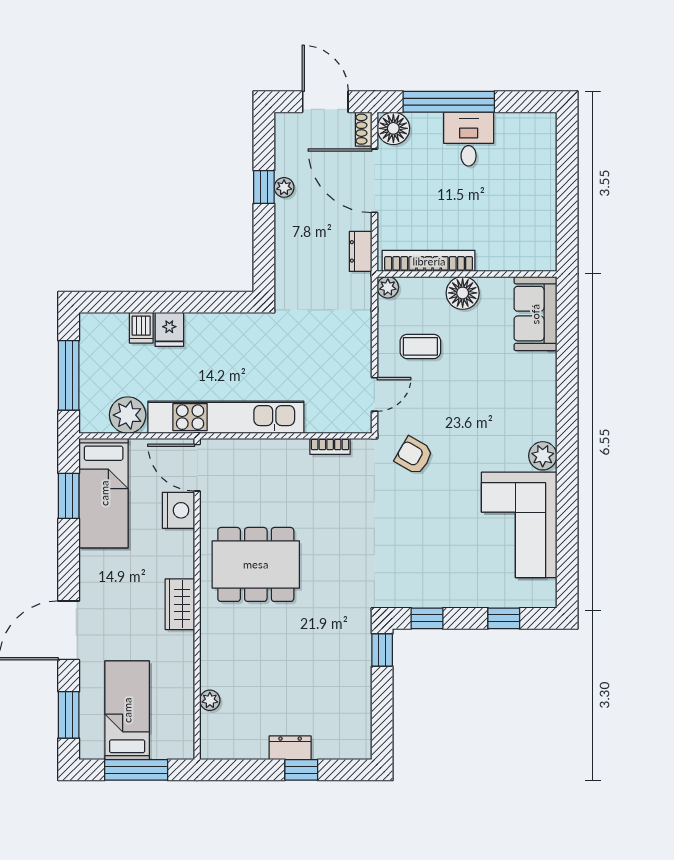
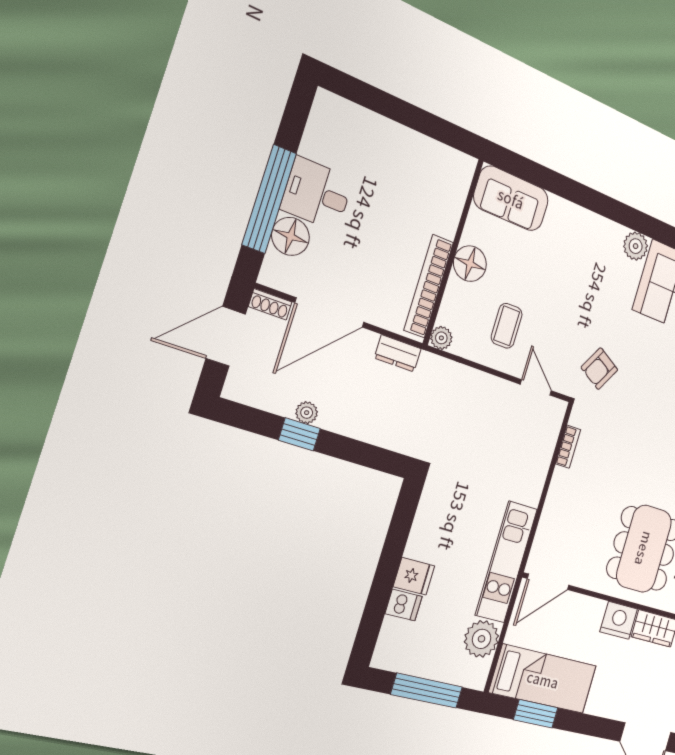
floor lamp: (393, 128) -> (291, 236), moved
kitchen unit: (226, 417) -> (506, 562), width x0.73
nightstand: (178, 510) -> (619, 620), moved

